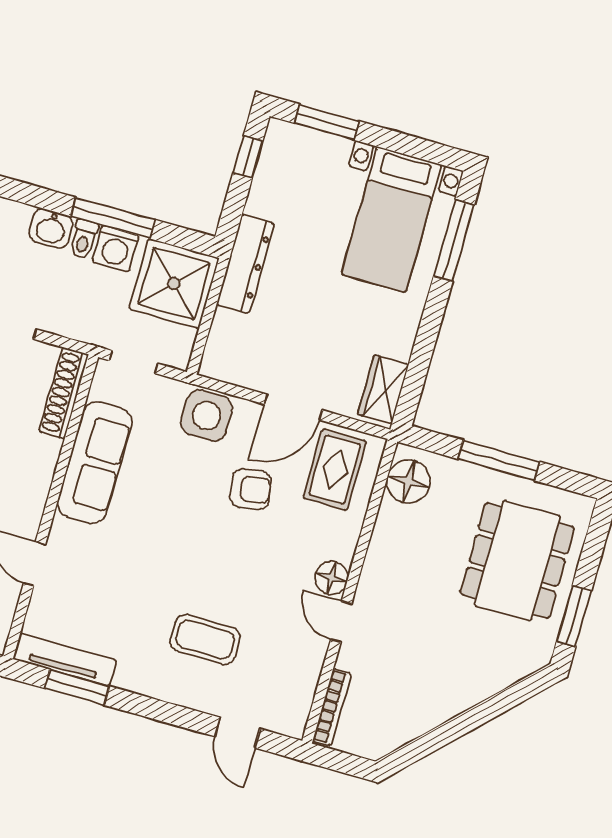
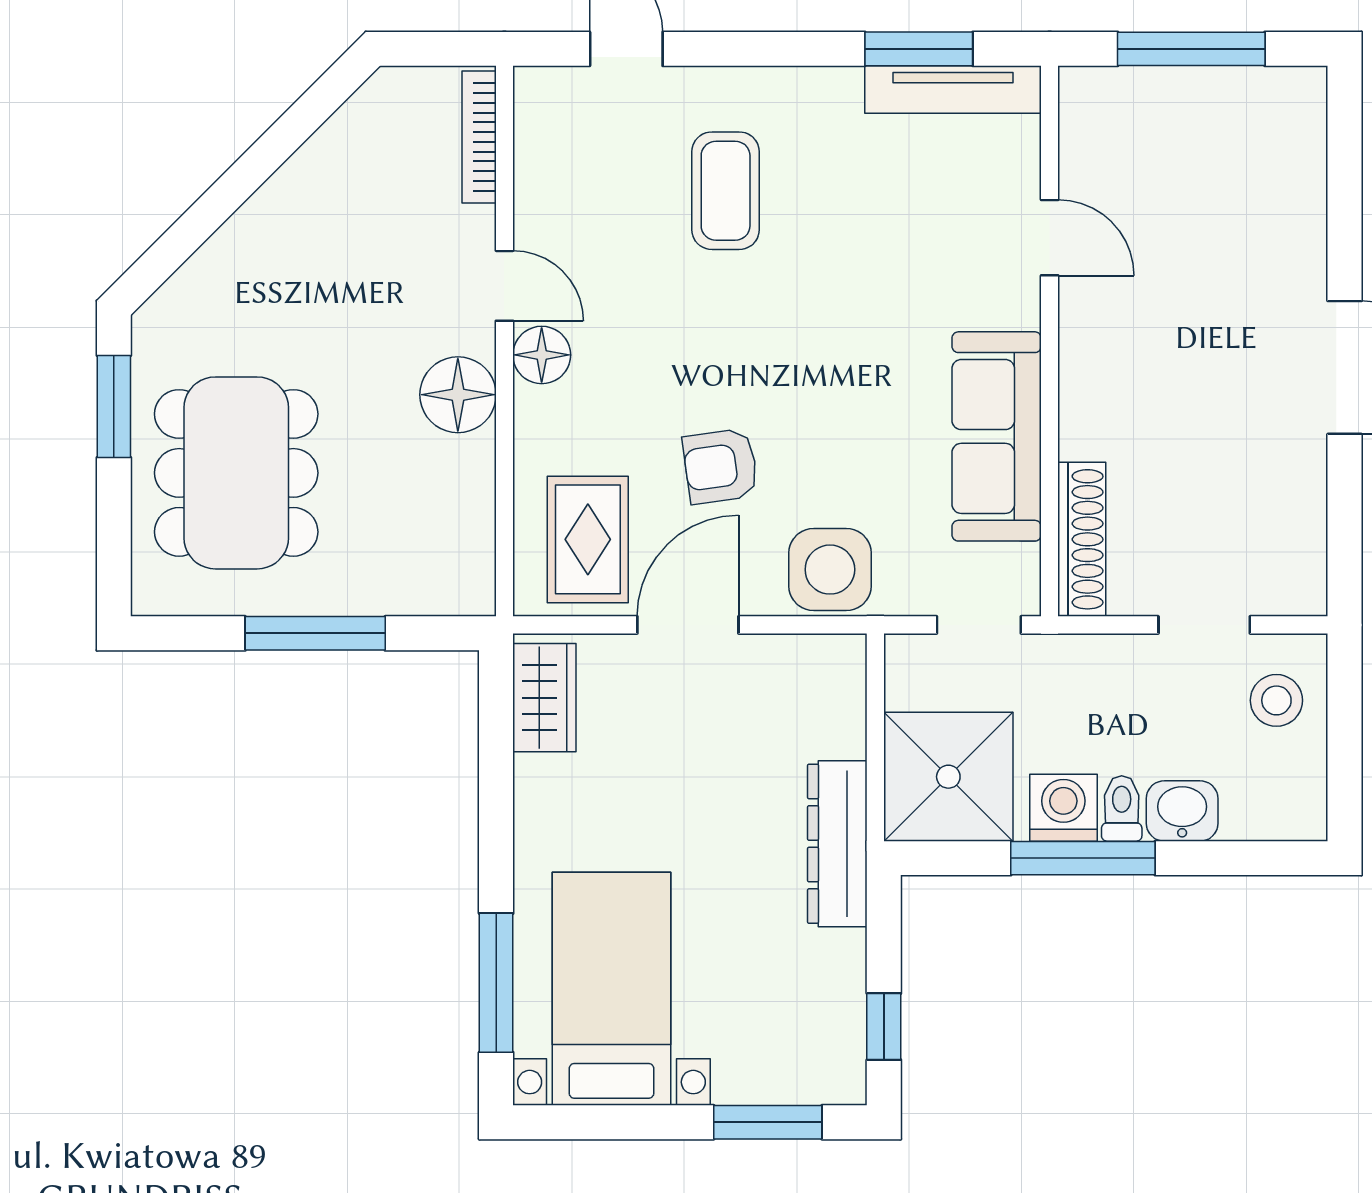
floor lamp: (408, 481) -> (458, 395), moved
coffee table: (205, 639) -> (726, 191), turned 90

